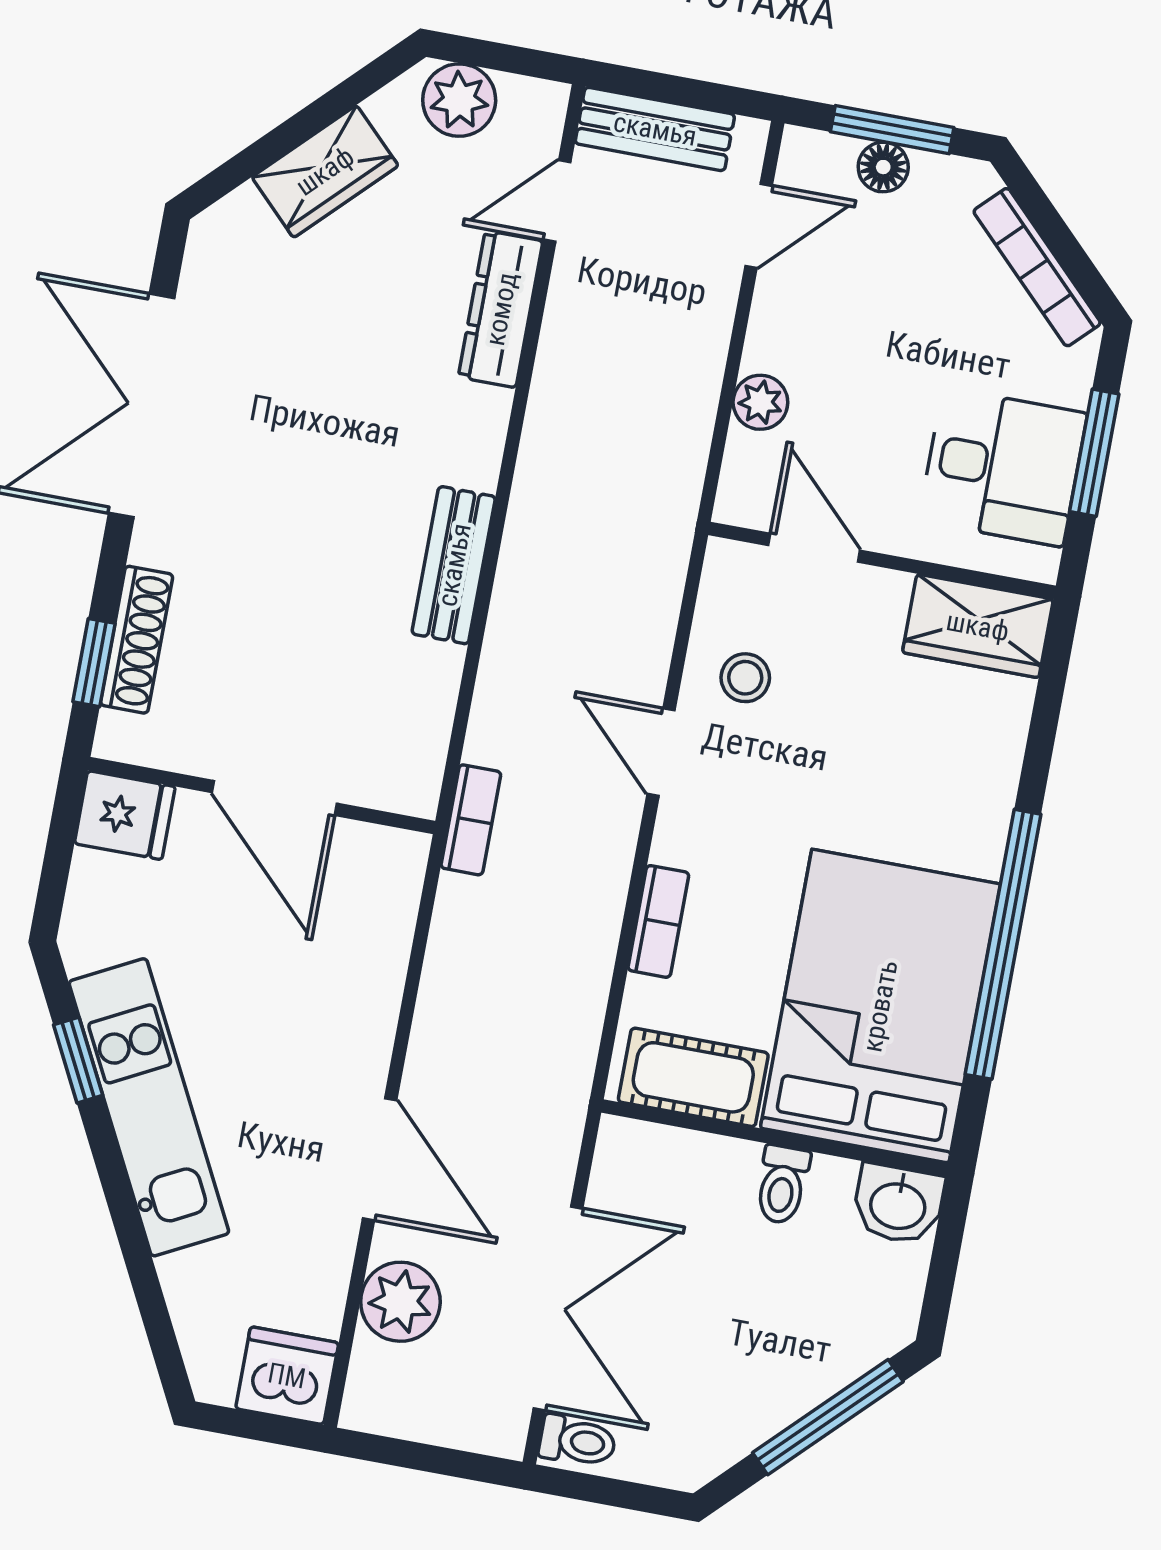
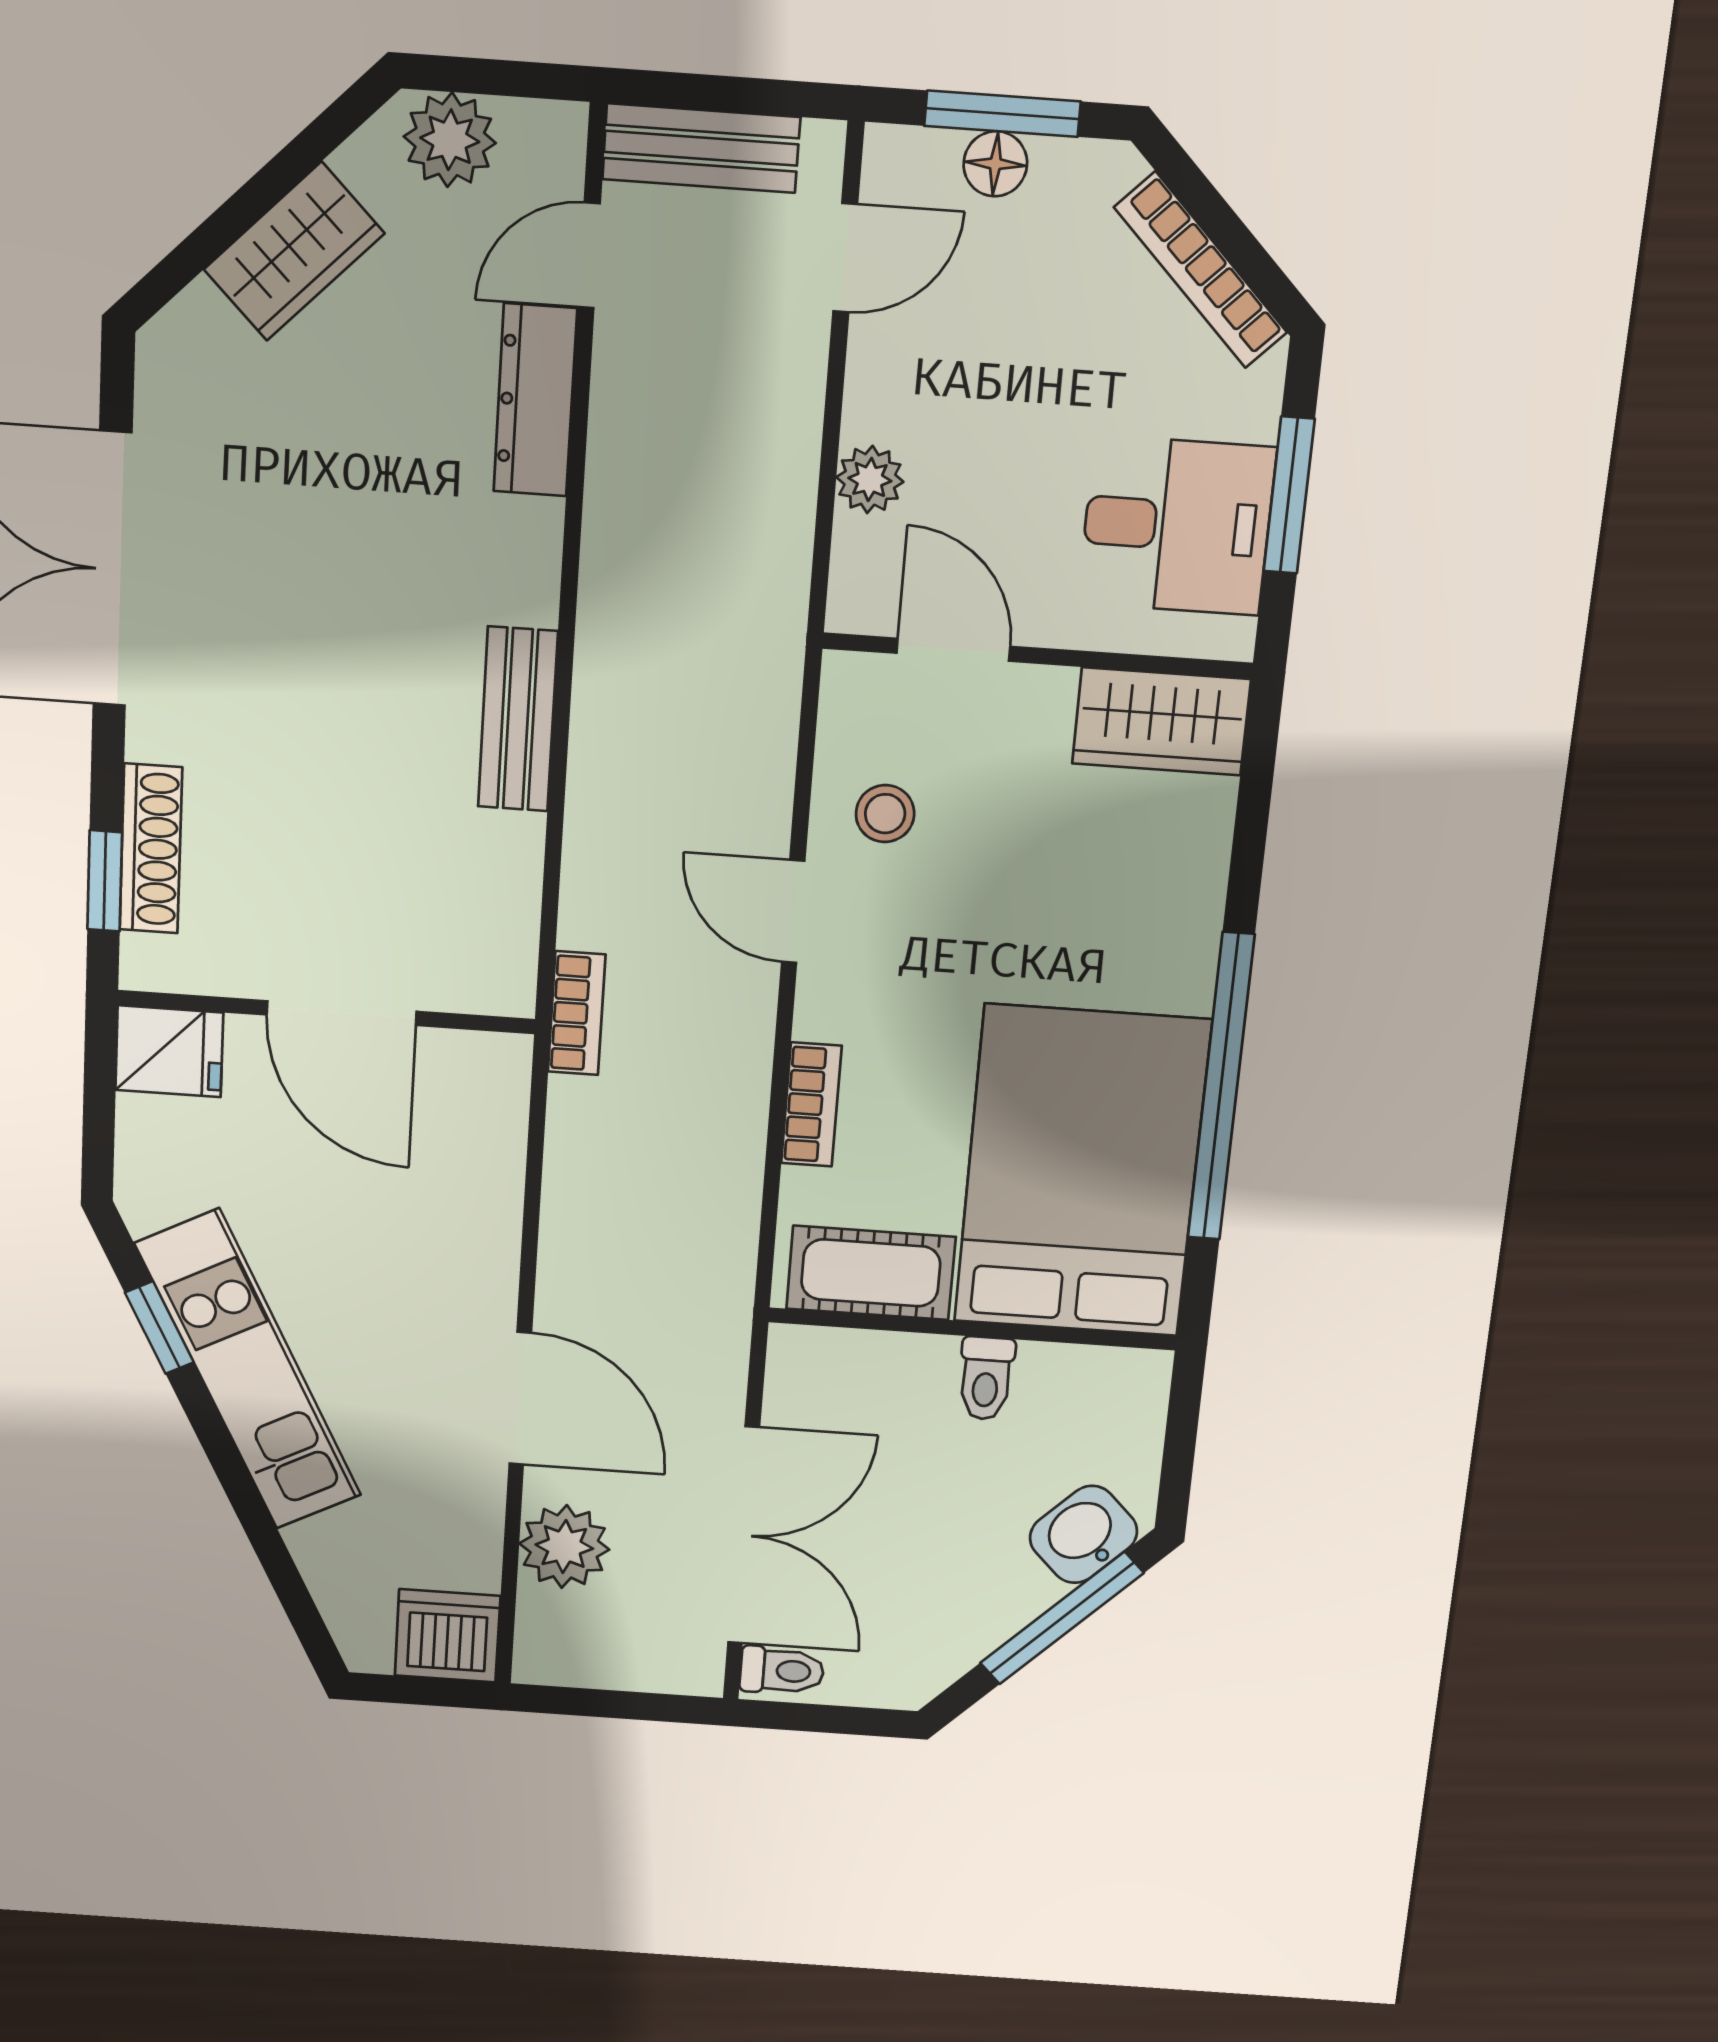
washbasin: (898, 1204) -> (1083, 1534), moved, turned 135

